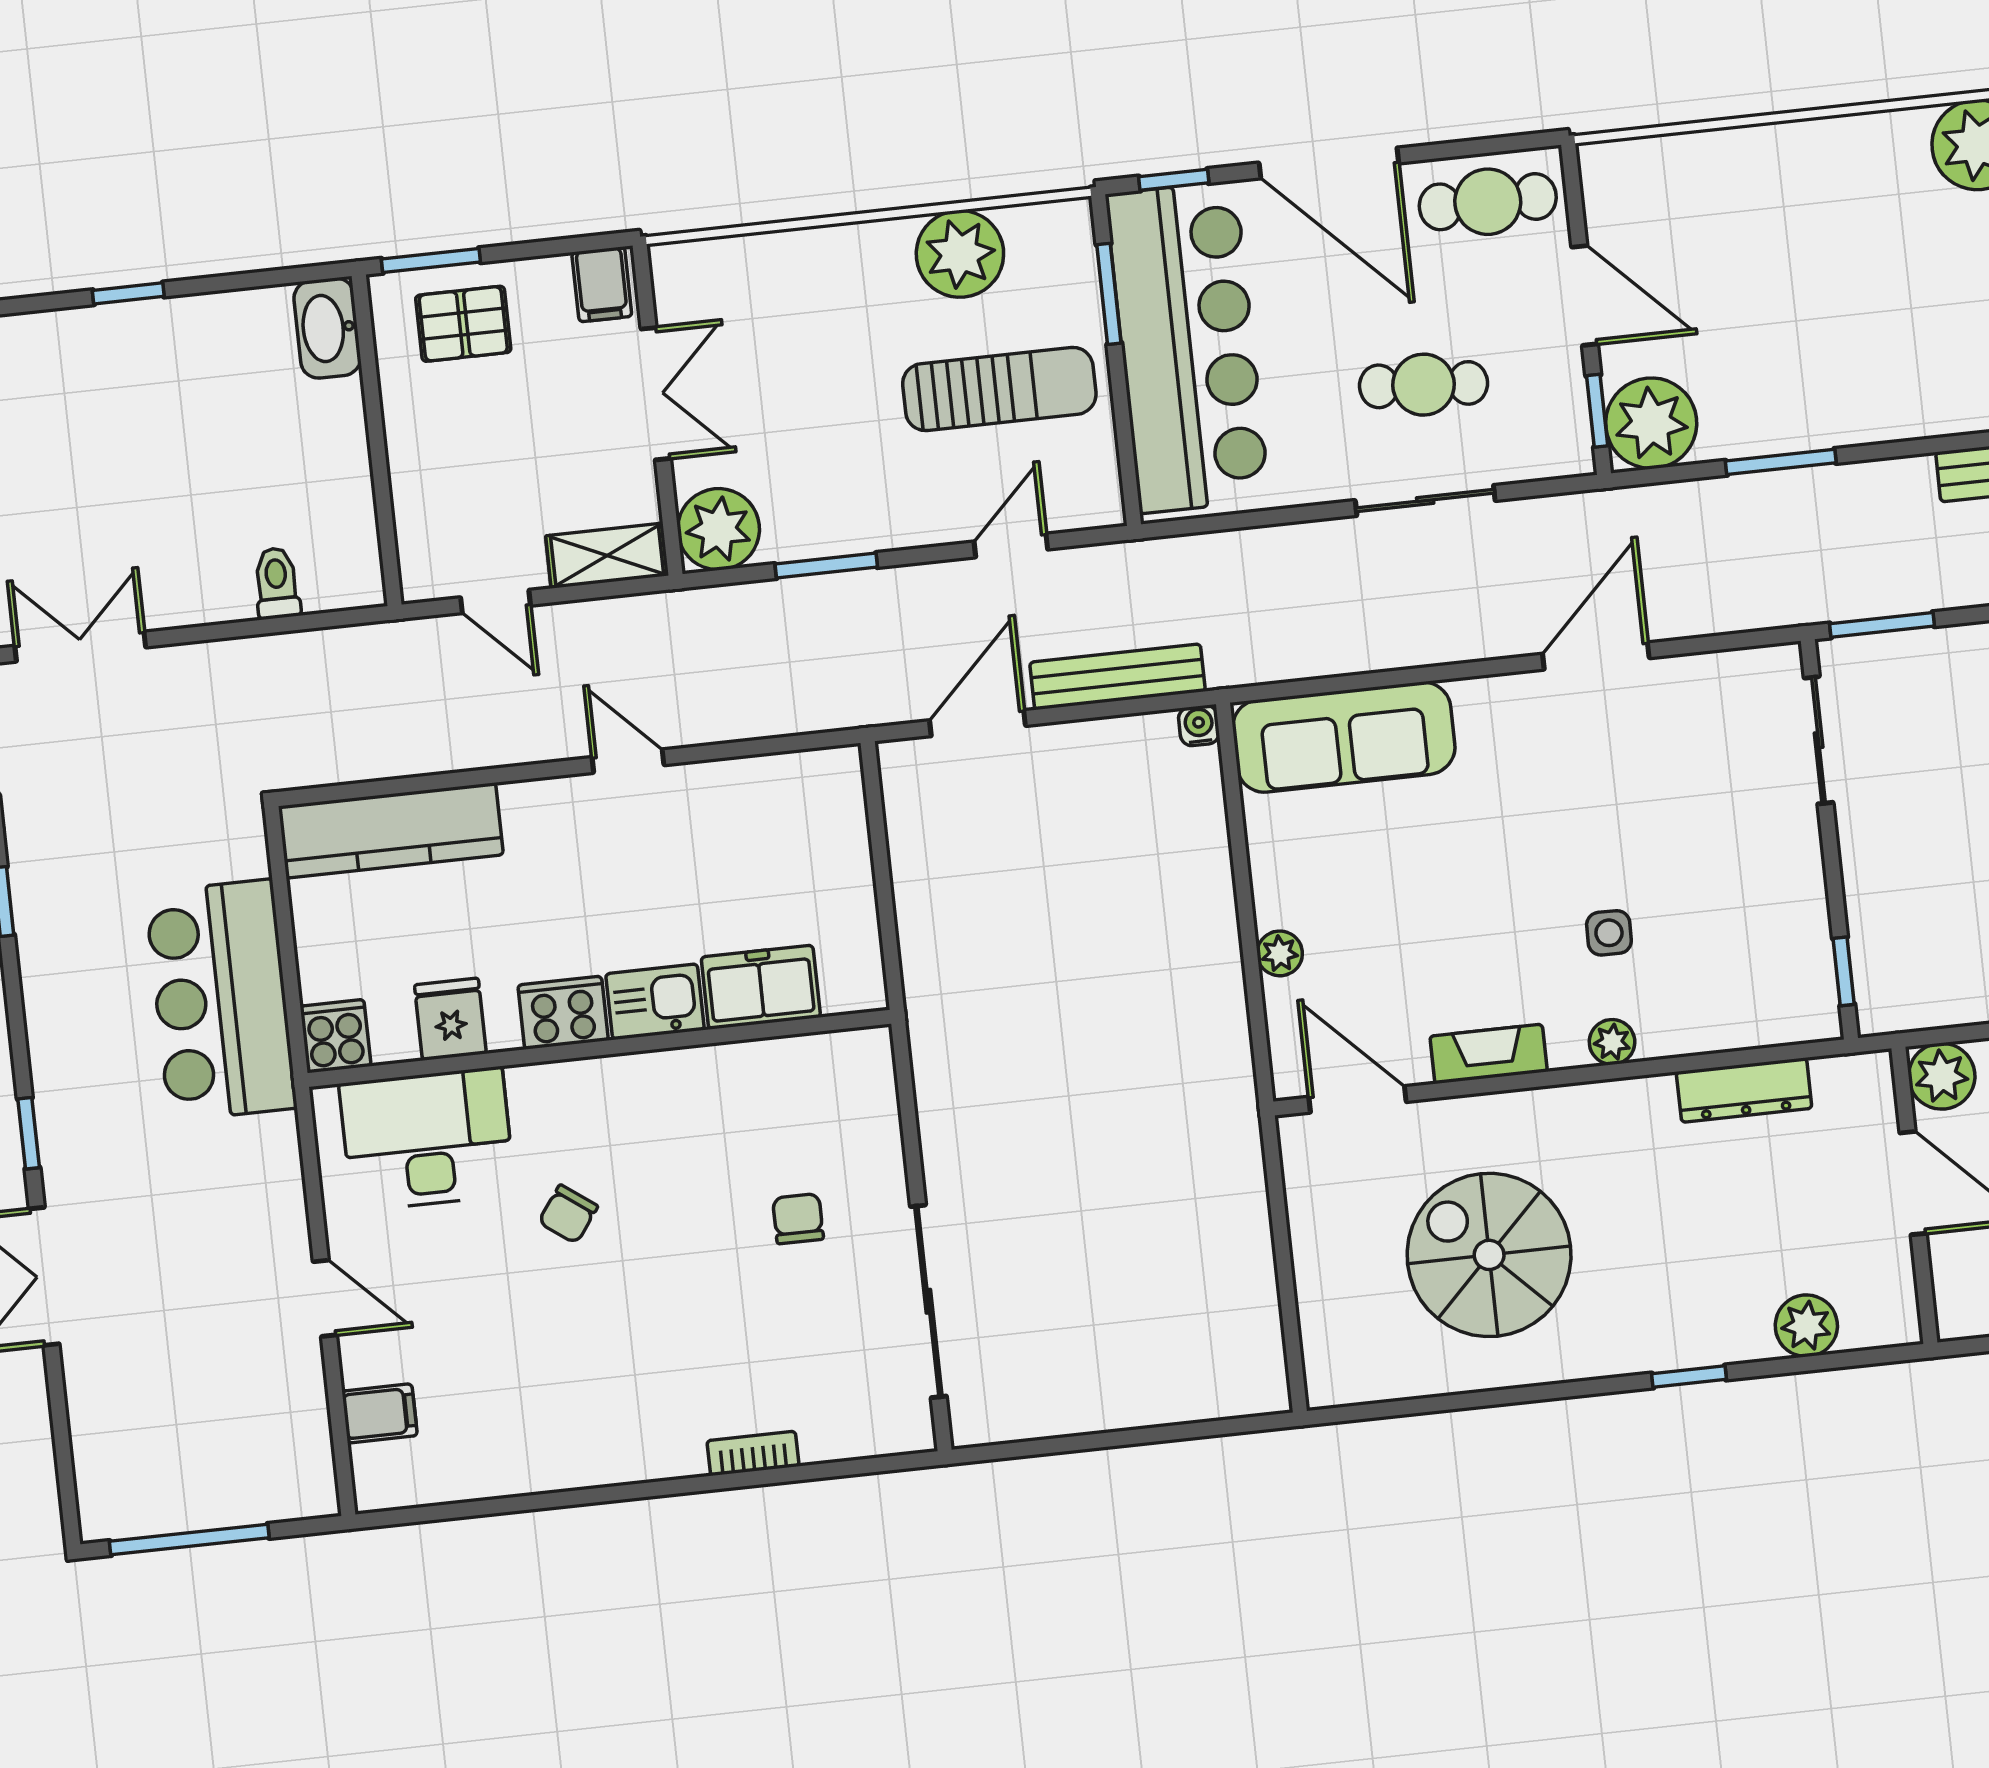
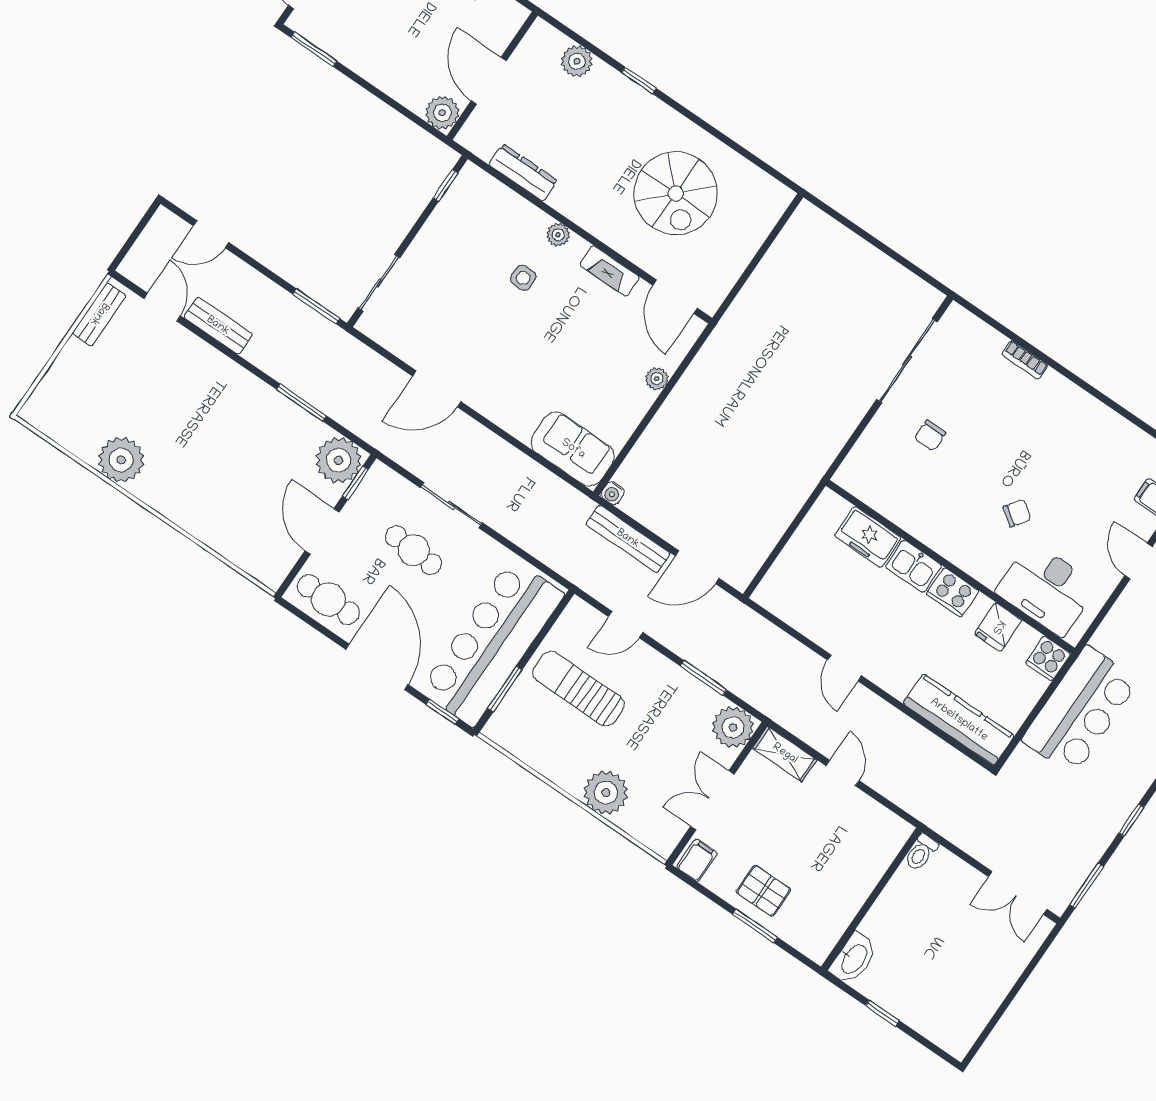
plant: (960, 254) -> (606, 793), moved
washbasin: (327, 328) -> (853, 959), moved
wall: (377, 440) -> (872, 899), moved
sofa: (1344, 737) -> (573, 449), width x0.73

